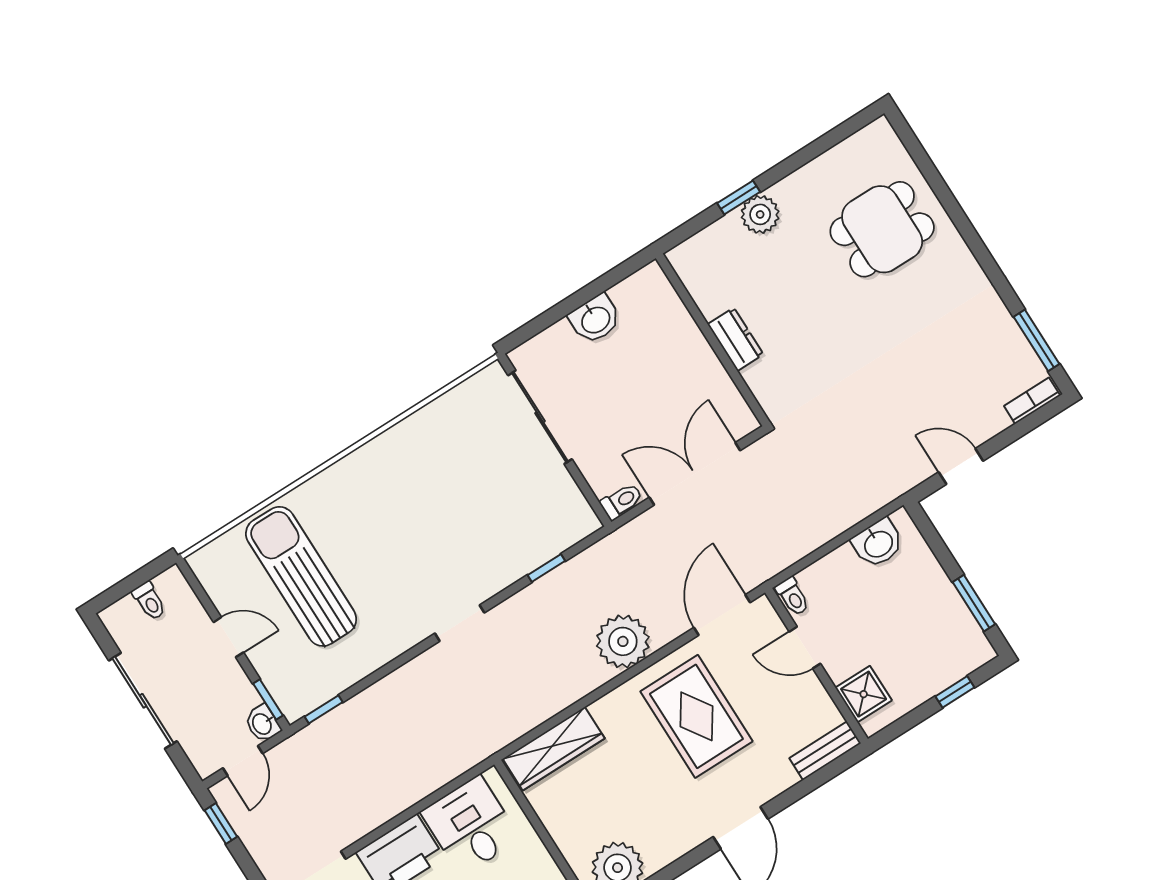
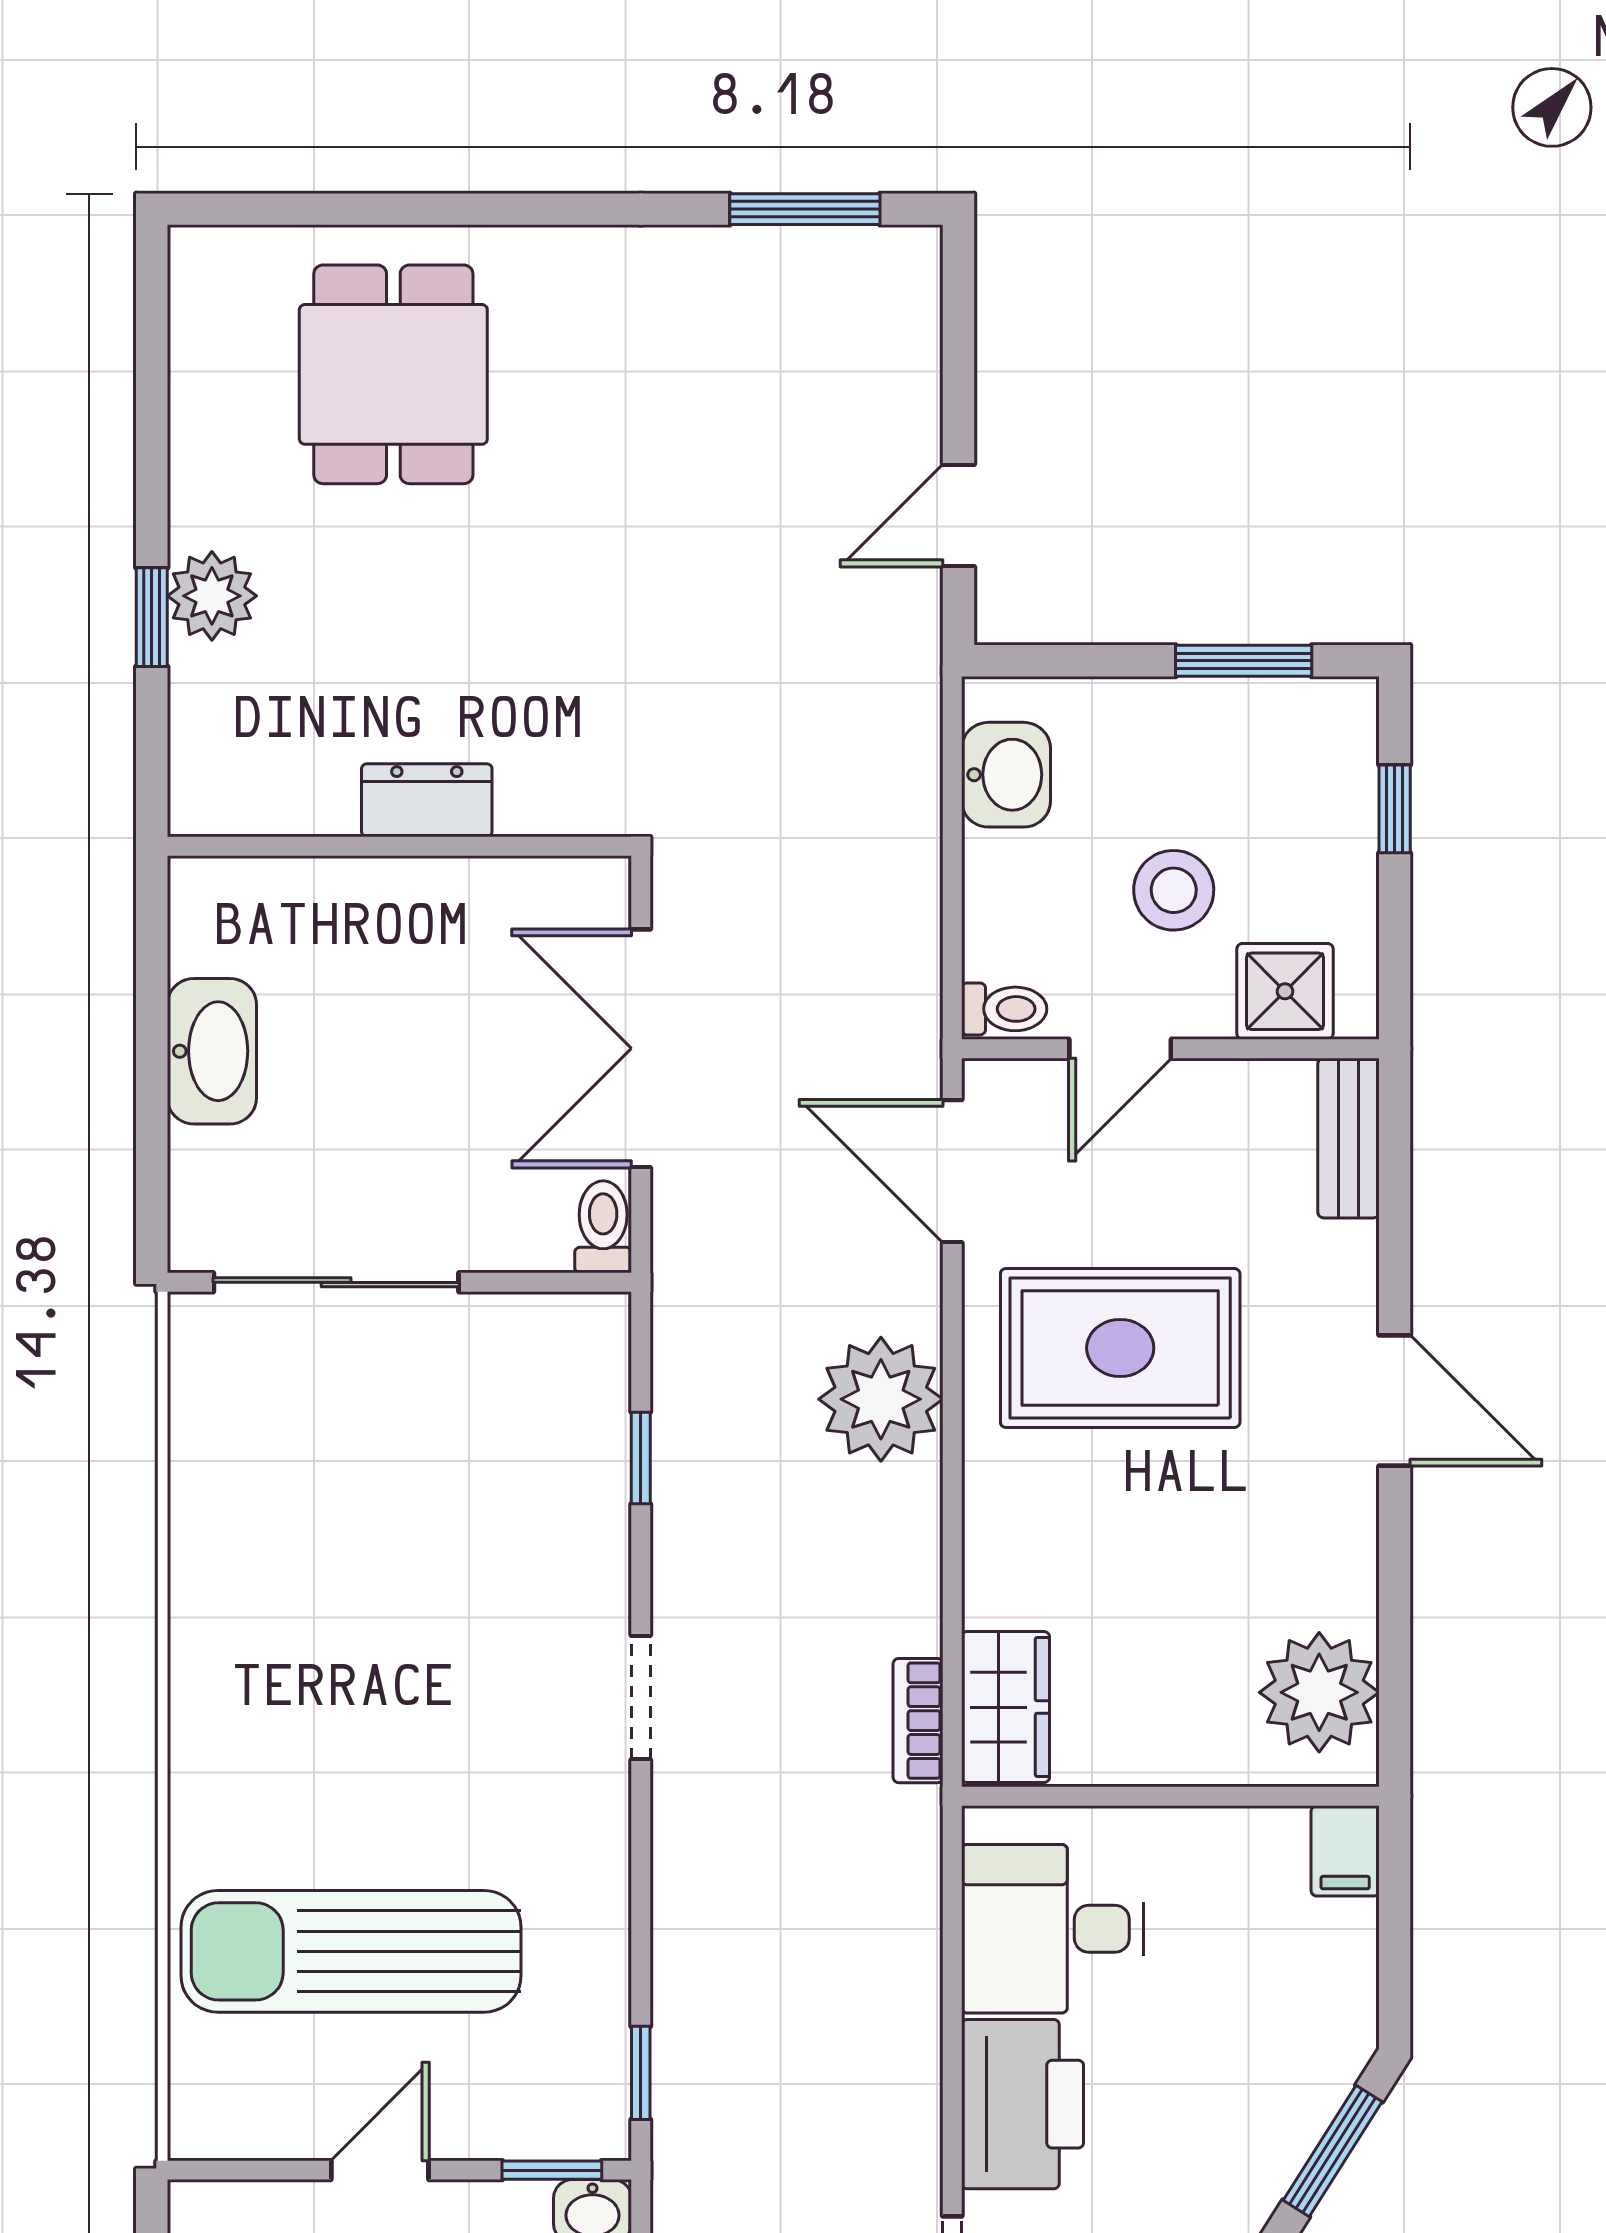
washbasin: (595, 319) -> (212, 1051), width x1.38
bookcase: (1032, 401) -> (918, 1721), moved
stool: (875, 631) -> (1174, 890), added
wardrobe: (554, 749) -> (1006, 1707), width x0.67

